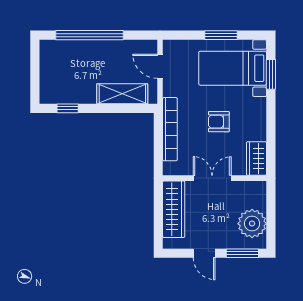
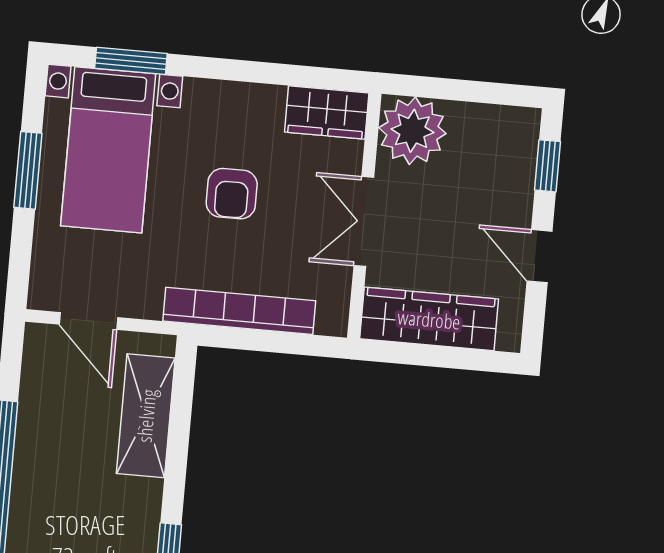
door: (160, 66) -> (89, 321), hinge flipped
plant: (252, 224) -> (412, 131), moved
door: (204, 253) -> (539, 256), swing flipped
window: (242, 253) -> (548, 166), width x0.67

